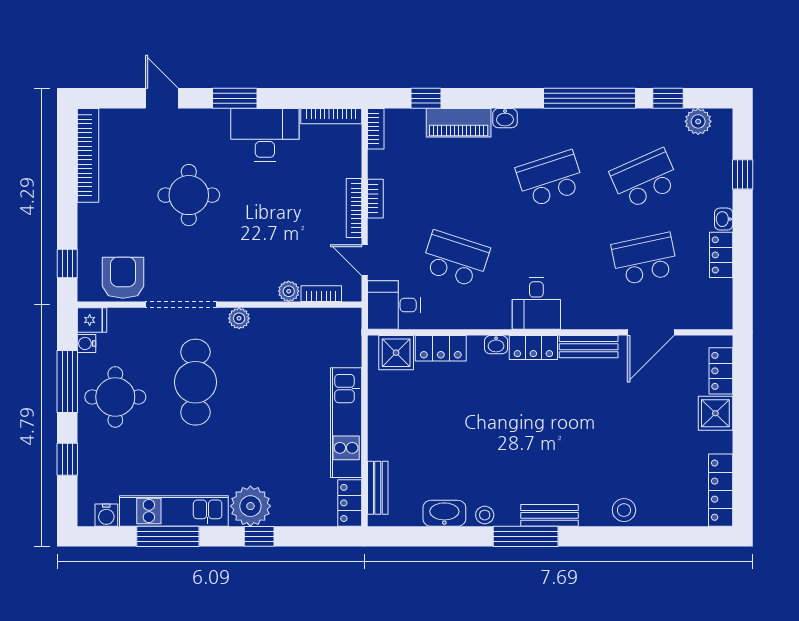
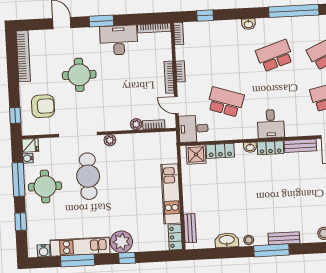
piano: (459, 123) -> (223, 28), removed
armchair: (123, 278) -> (43, 106), moved, turned 90

